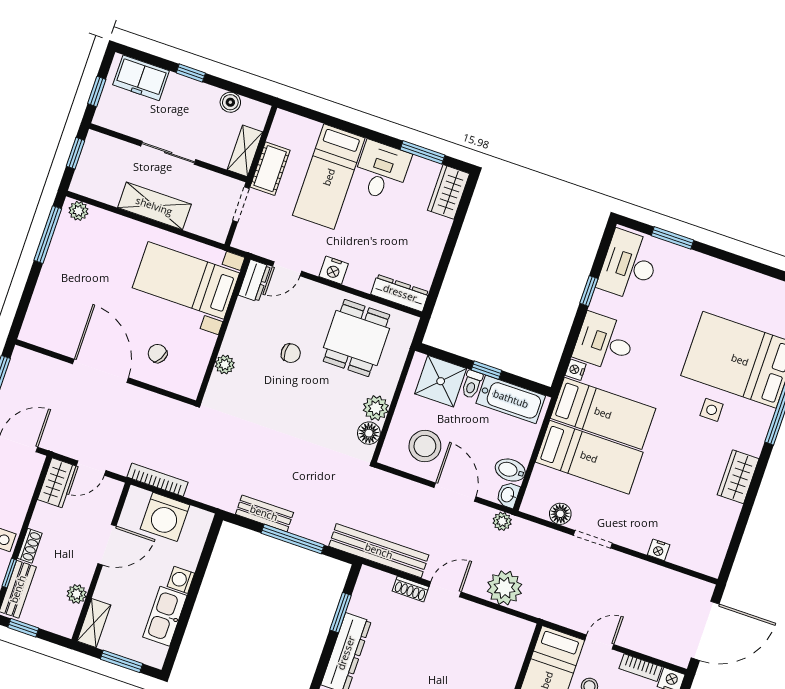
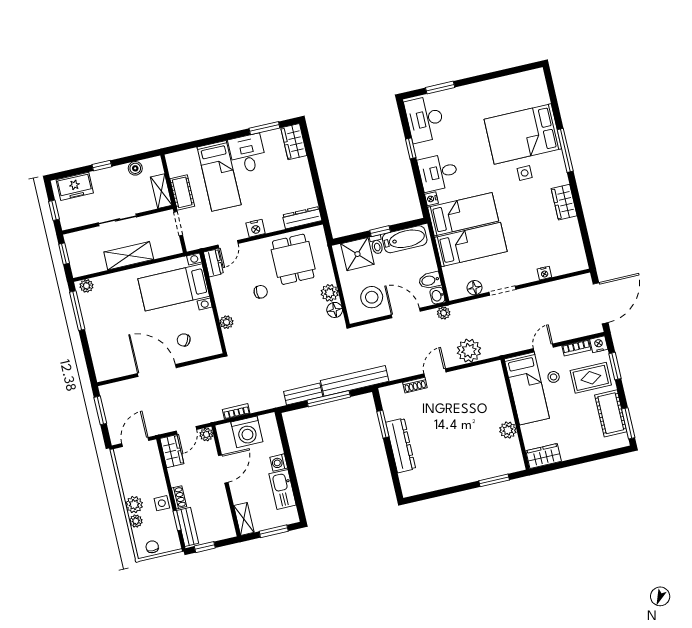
bookcase: (157, 480) -> (236, 411), width x0.64
bench: (379, 551) -> (355, 381), moved
plant: (77, 594) -> (206, 435), moved

